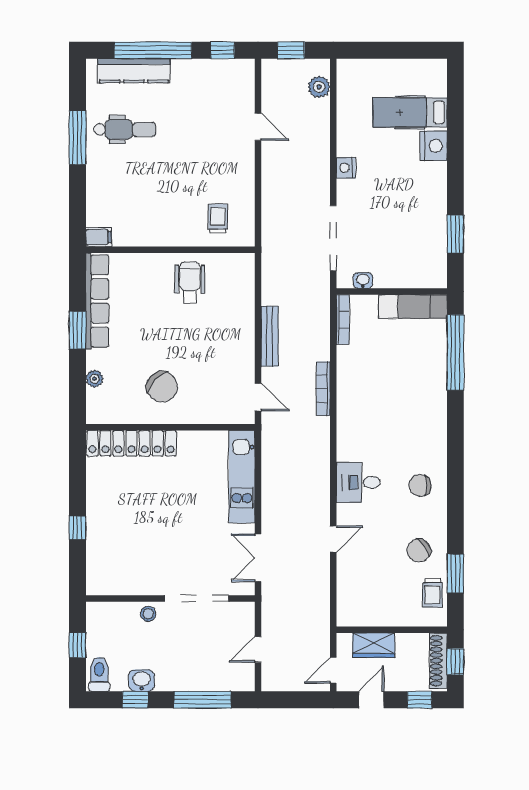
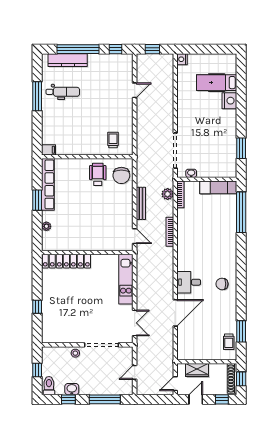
plant: (319, 87) -> (168, 194), moved
door: (258, 127) -> (135, 90), hinge flipped
nightstand: (346, 168) -> (182, 59), moved
chair: (162, 387) -> (121, 175), moved, turned 47
door: (333, 539) -> (175, 313), width x1.87
chair: (419, 550) -> (221, 319), removed
double door: (258, 558) -> (135, 323), swing flipped

